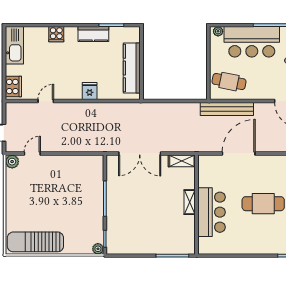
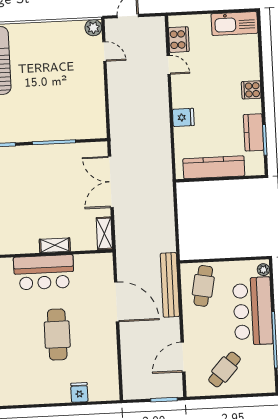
cooker: (56, 34) -> (251, 90), moved
kitchen counter: (93, 34) -> (253, 132), moved
cooker: (13, 87) -> (179, 40), moved, turned -90

